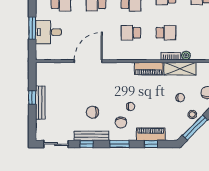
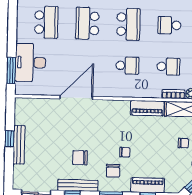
window: (32, 28) -> (11, 70), moved
desk: (48, 32) -> (30, 62), width x1.37
school desk: (131, 33) -> (127, 66), turned 180

